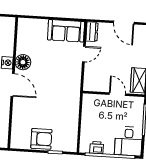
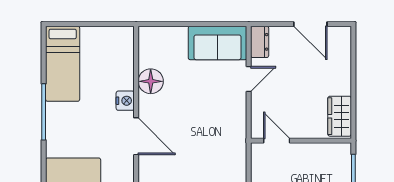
floor lamp: (23, 62) -> (151, 81), moved
door: (117, 94) -> (277, 141), moved

